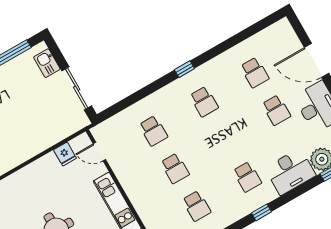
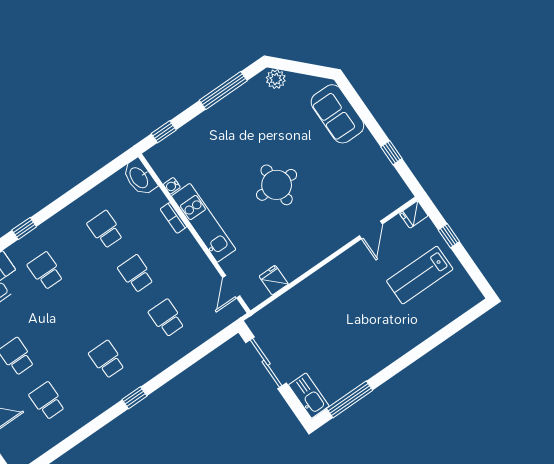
kitchen sink: (47, 63) -> (309, 396), width x1.38
door: (99, 152) -> (231, 287), swing flipped
bookcase: (141, 211) -> (173, 218), added

